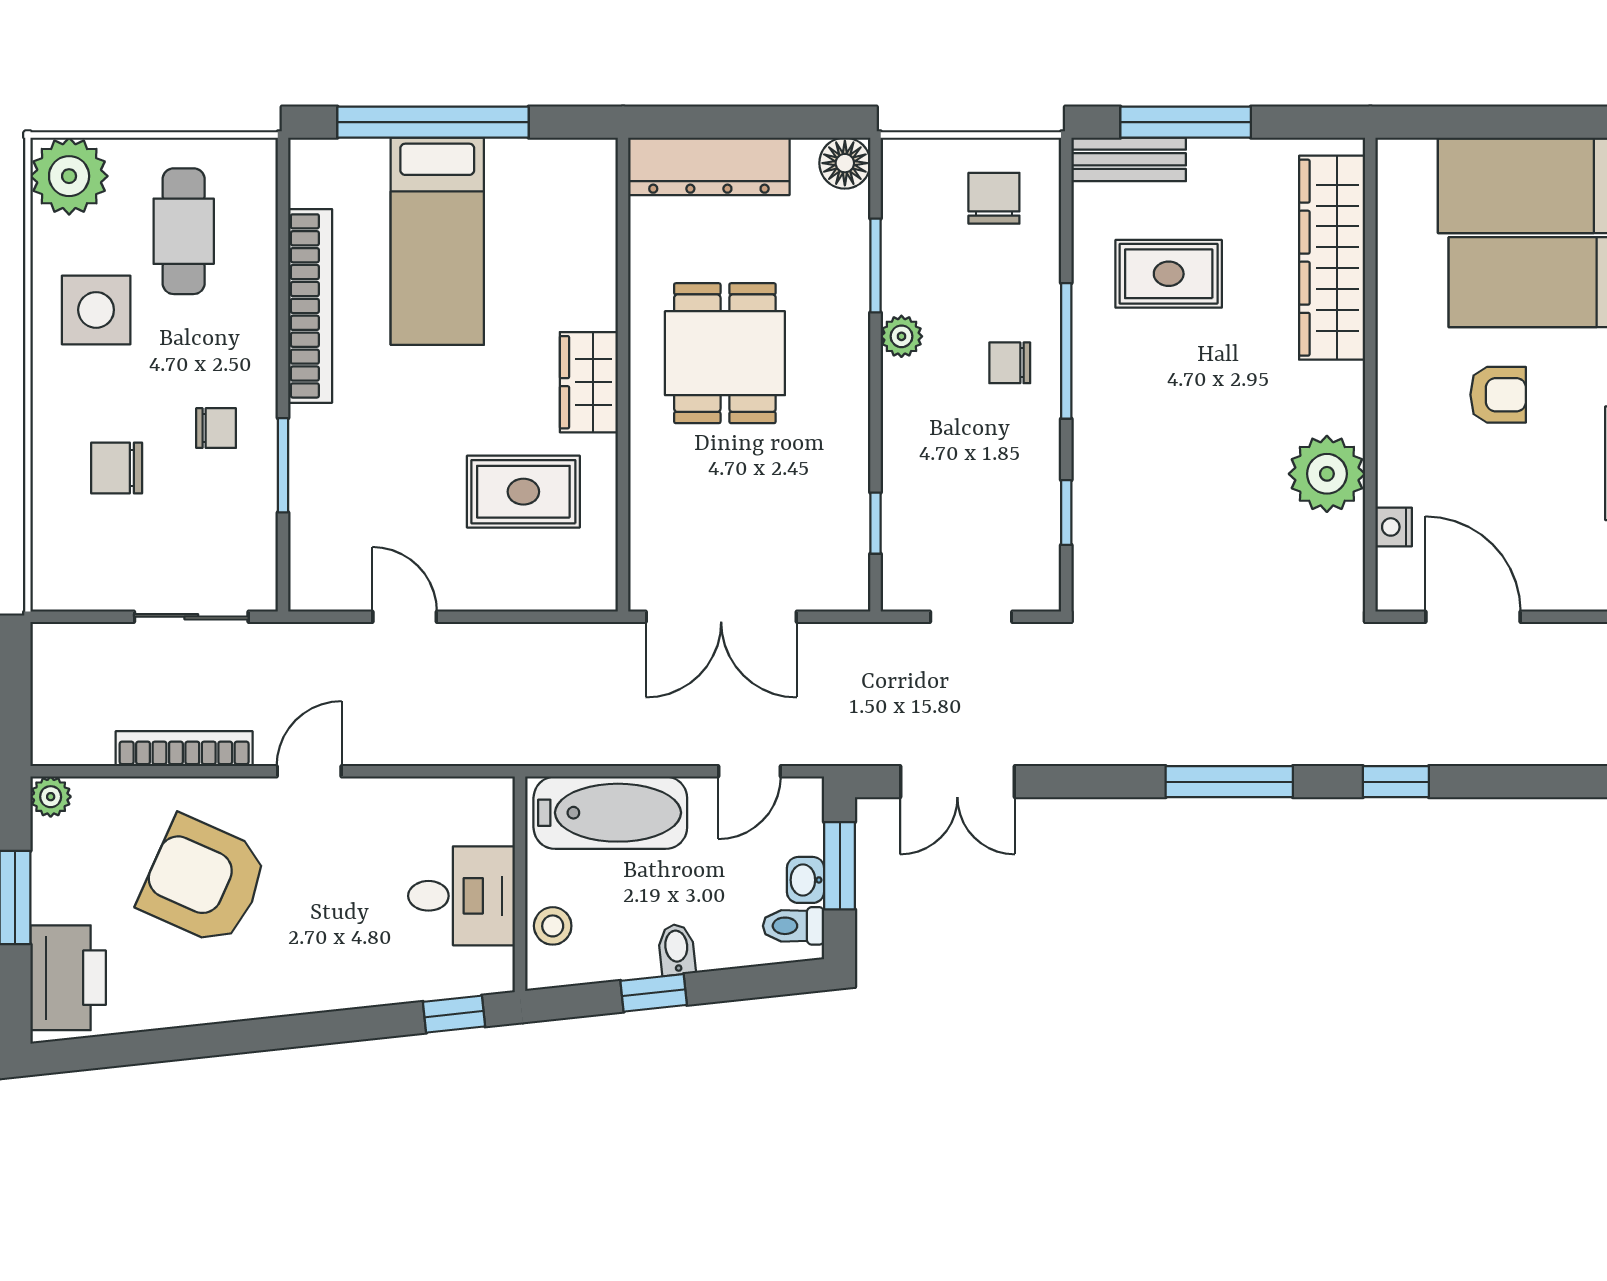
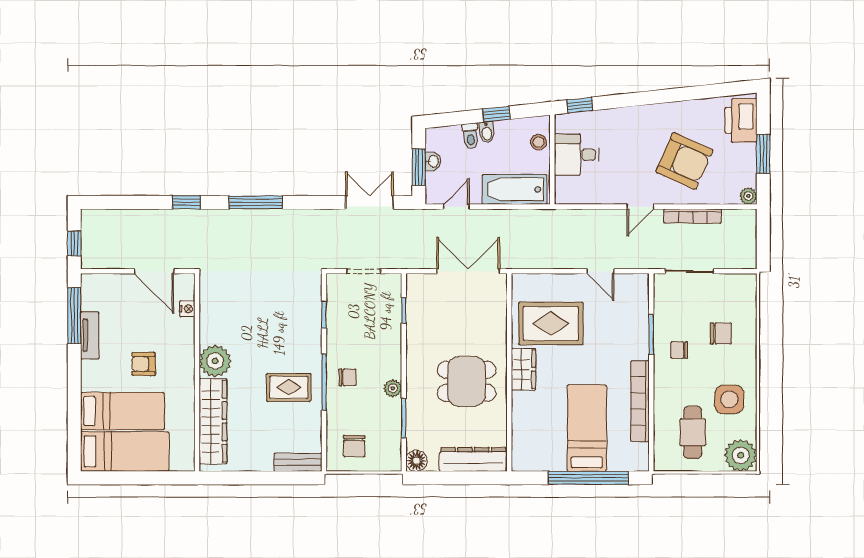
window: (1186, 122) -> (274, 478), removed
rug: (1169, 274) -> (289, 387), moved
dining table: (725, 353) -> (467, 381), turned 90
plant: (1327, 474) -> (215, 361), moved
rug: (523, 492) -> (551, 323), width x1.36, depth x1.43
toilet: (793, 926) -> (470, 136), moved, turned 84

